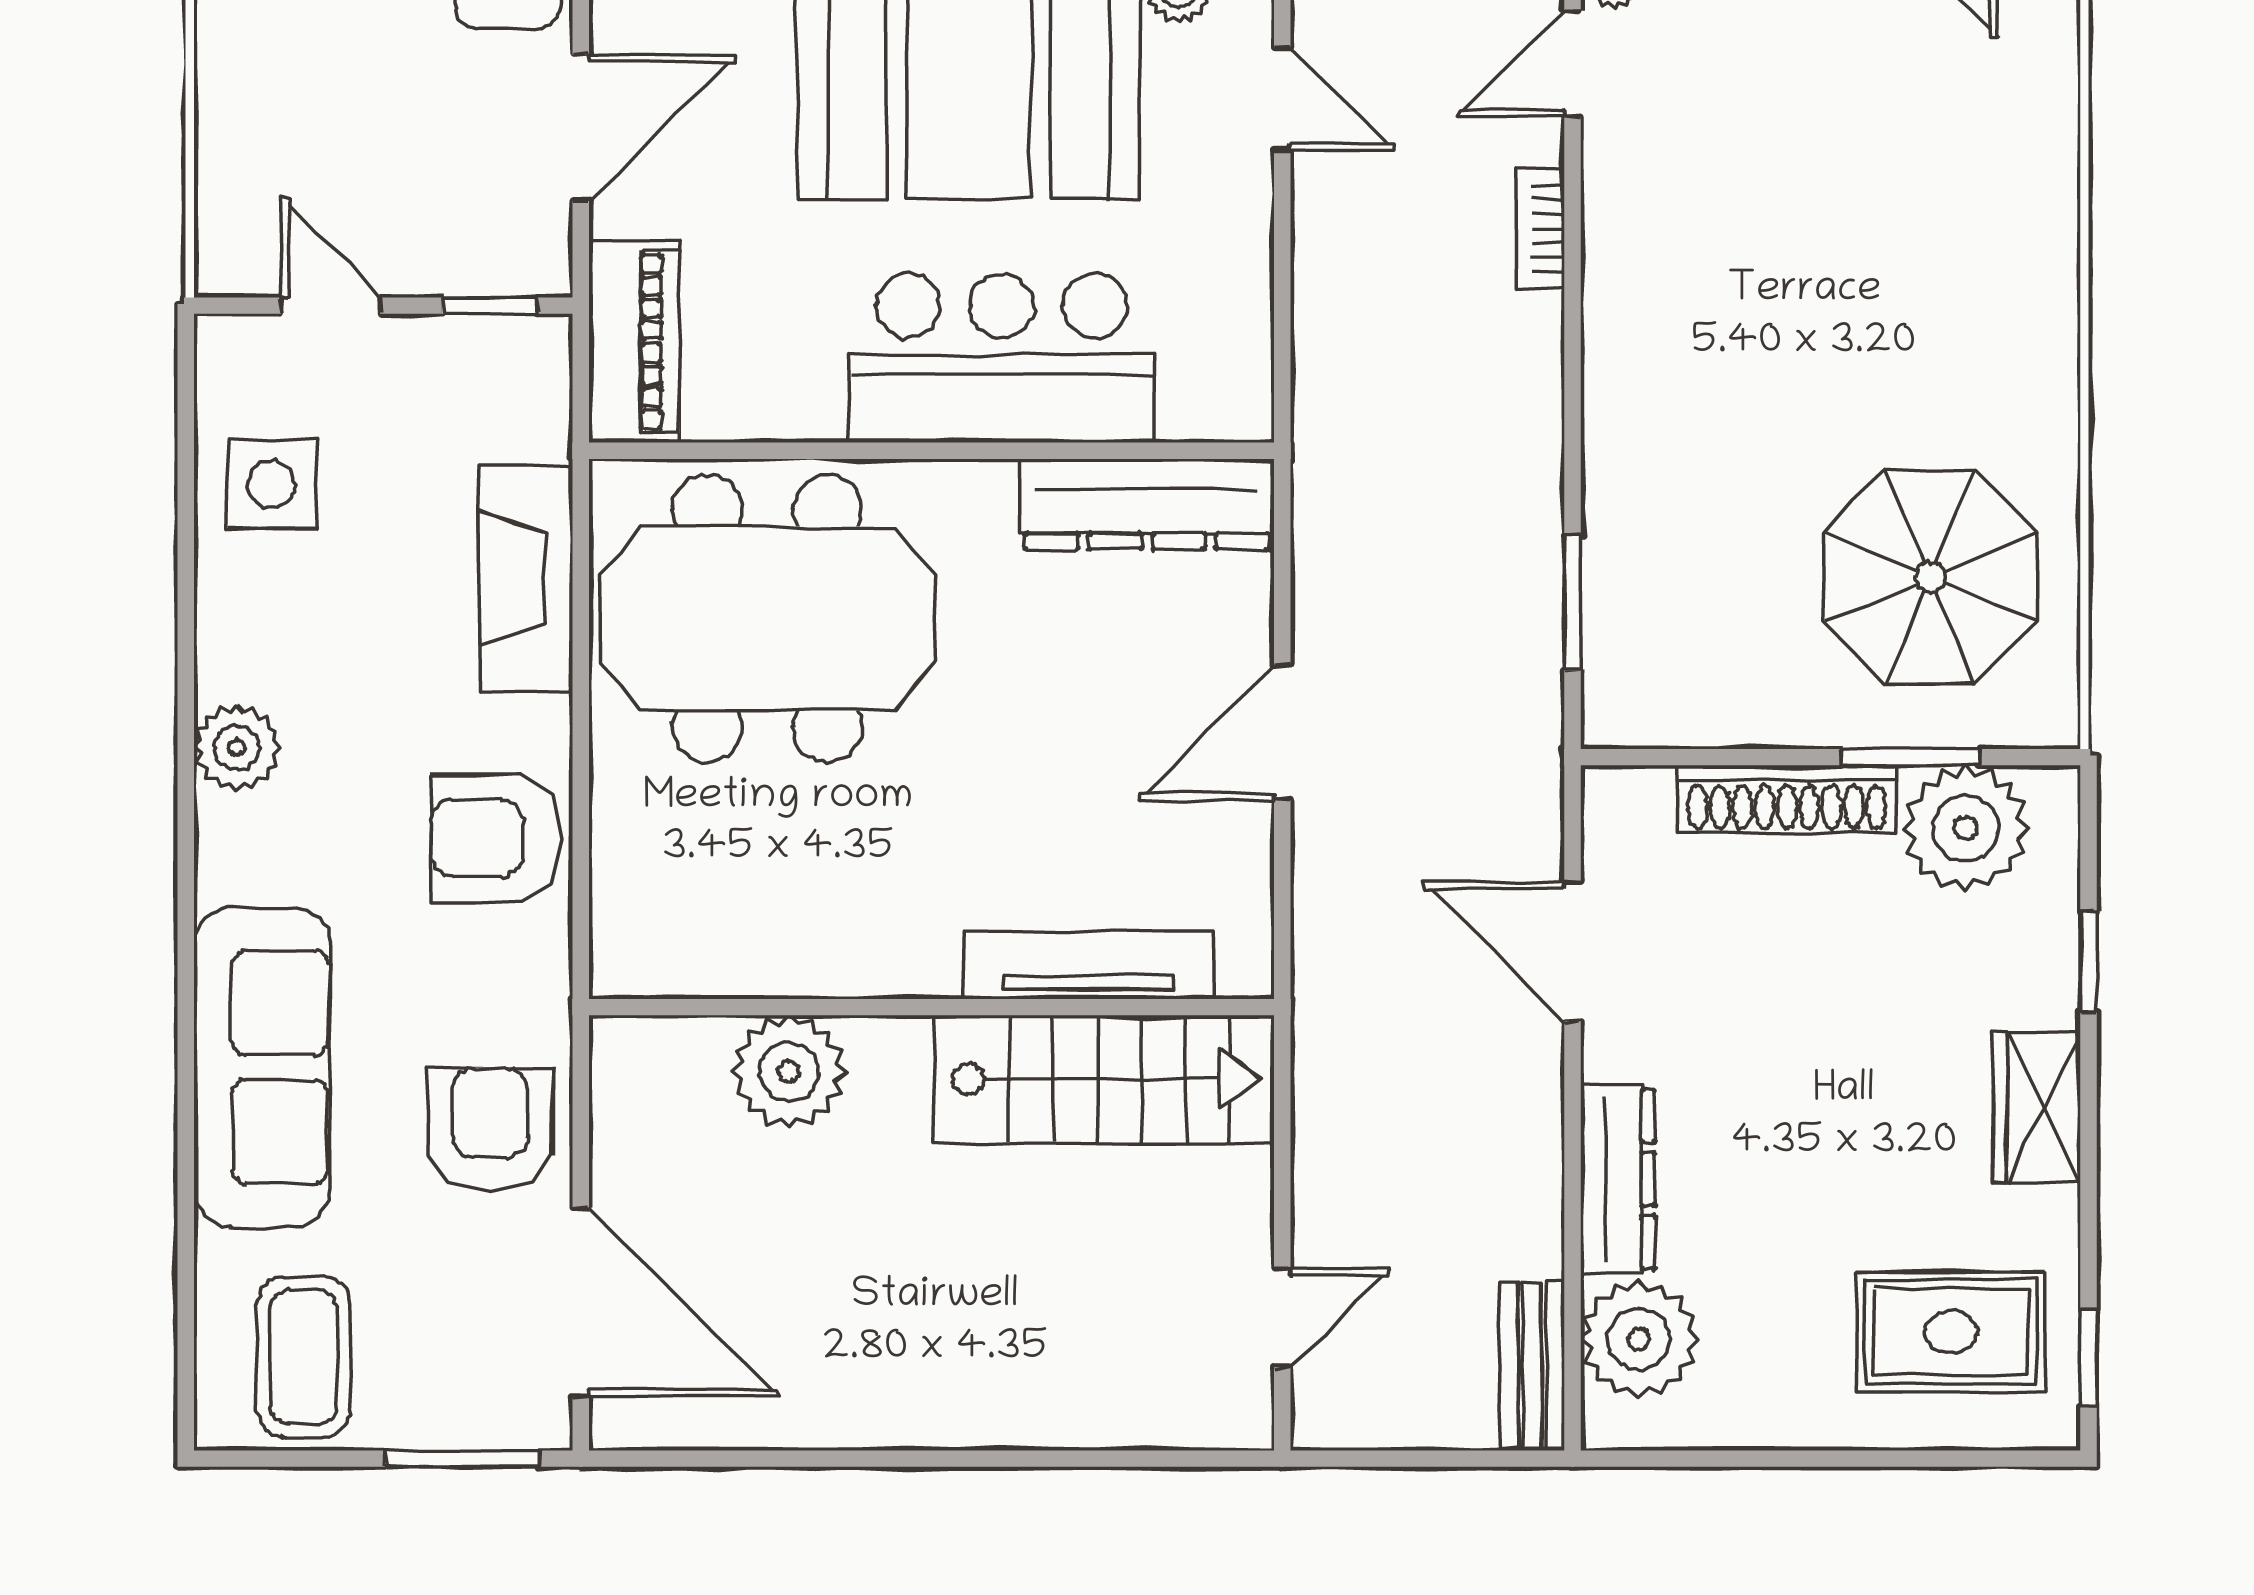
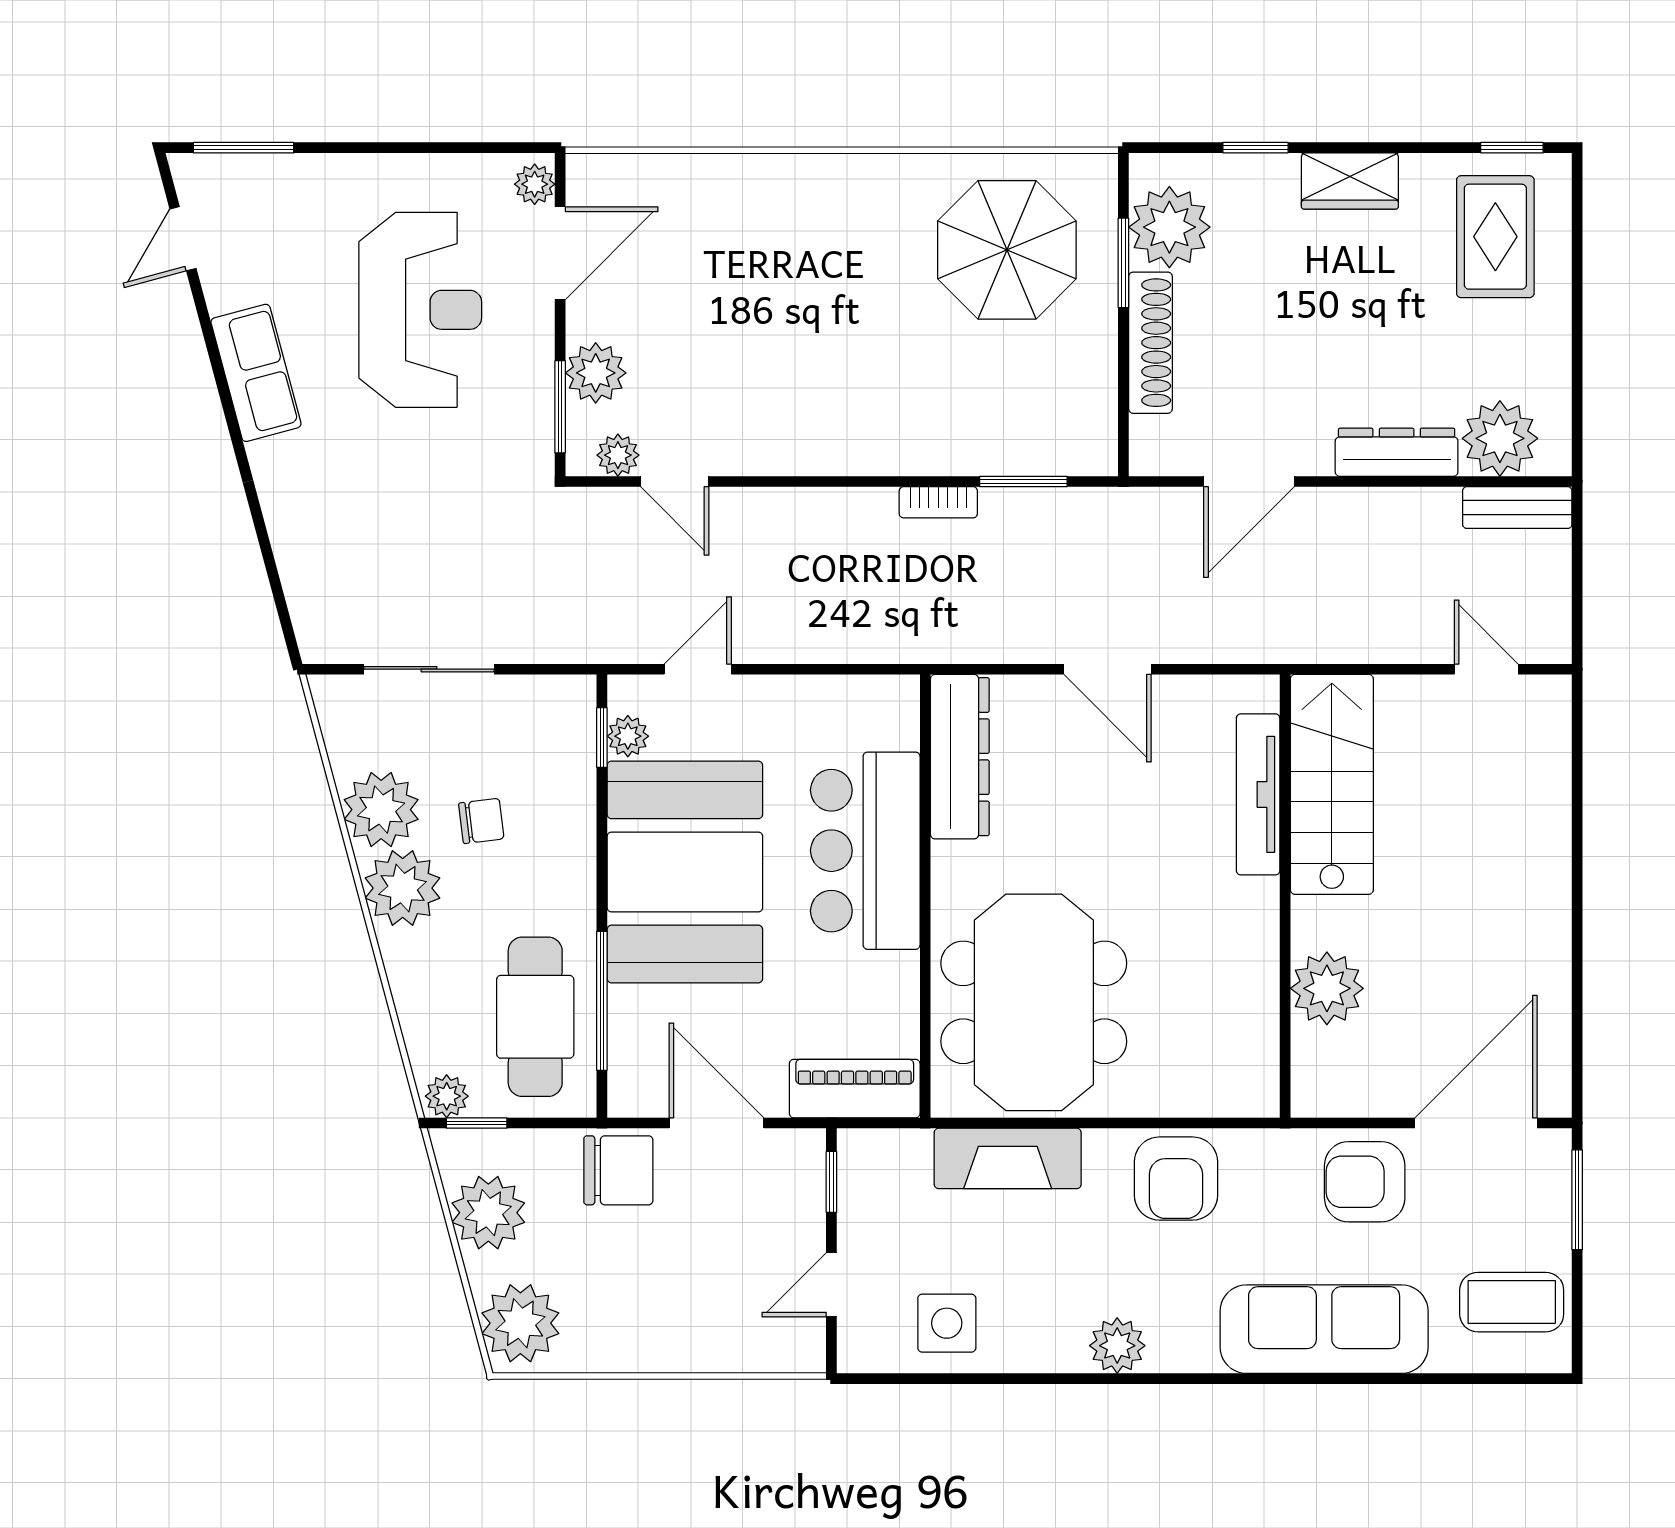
bookcase: (1540, 229) -> (938, 502), moved

